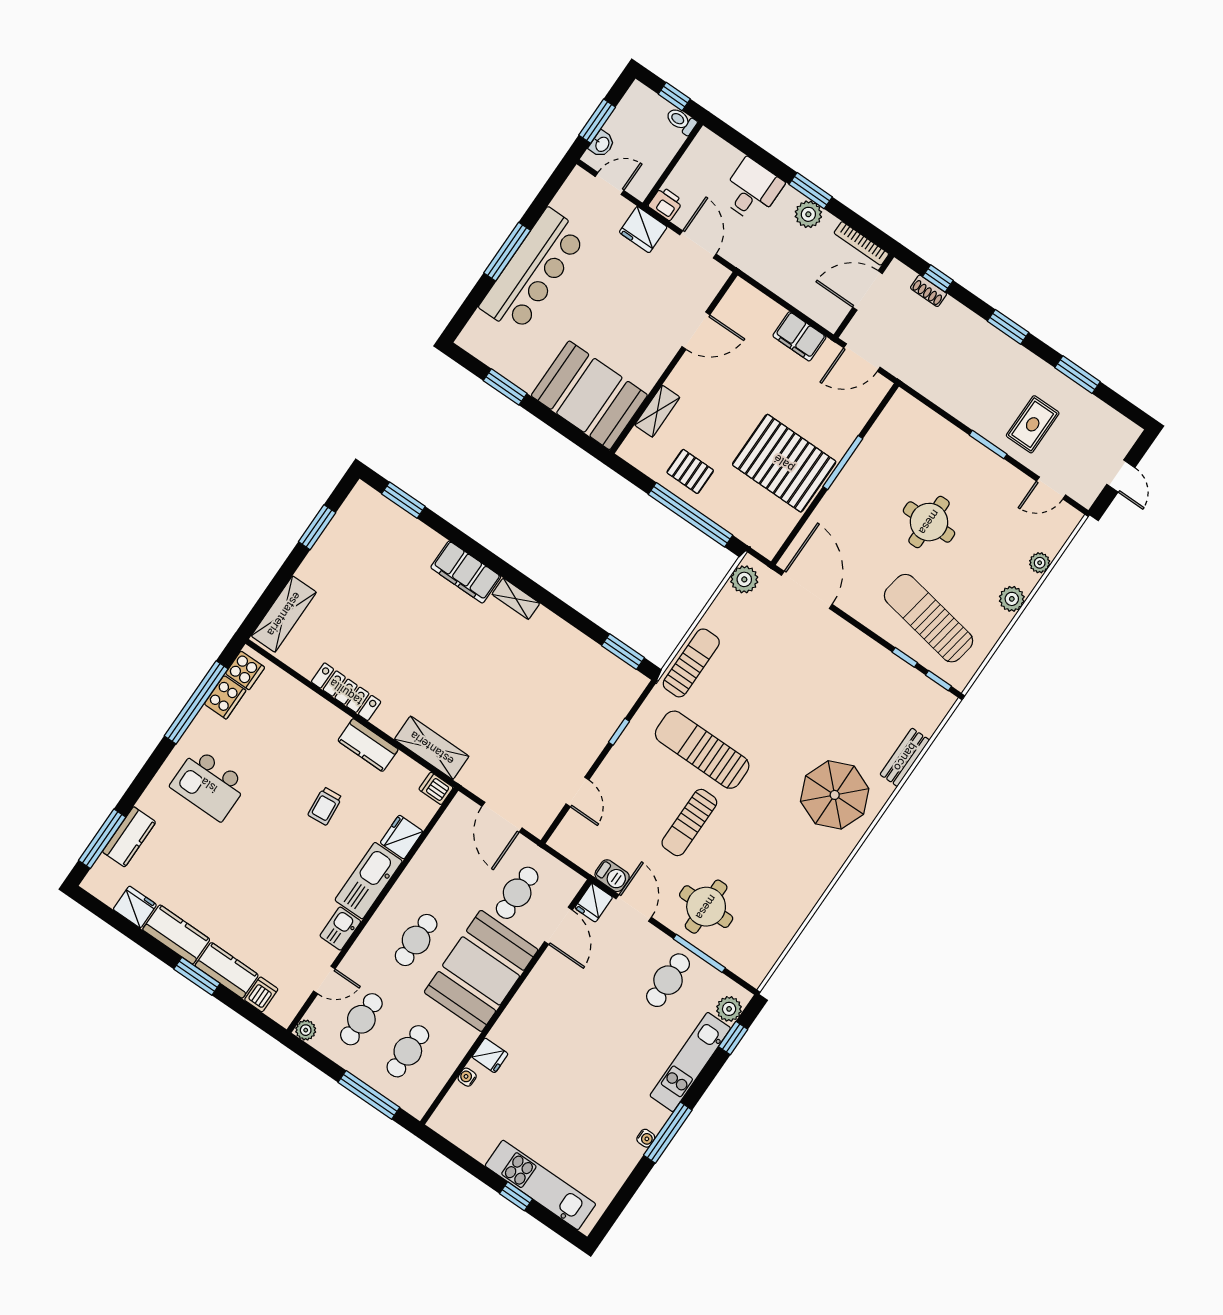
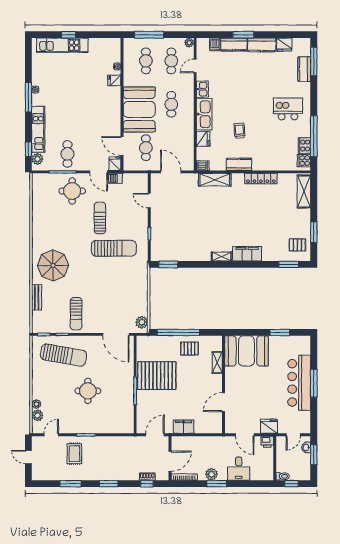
pallet: (363, 525) -> (297, 245), added
plant: (1012, 599) -> (37, 415), moved
sun lounger: (691, 663) -> (76, 314), moved

